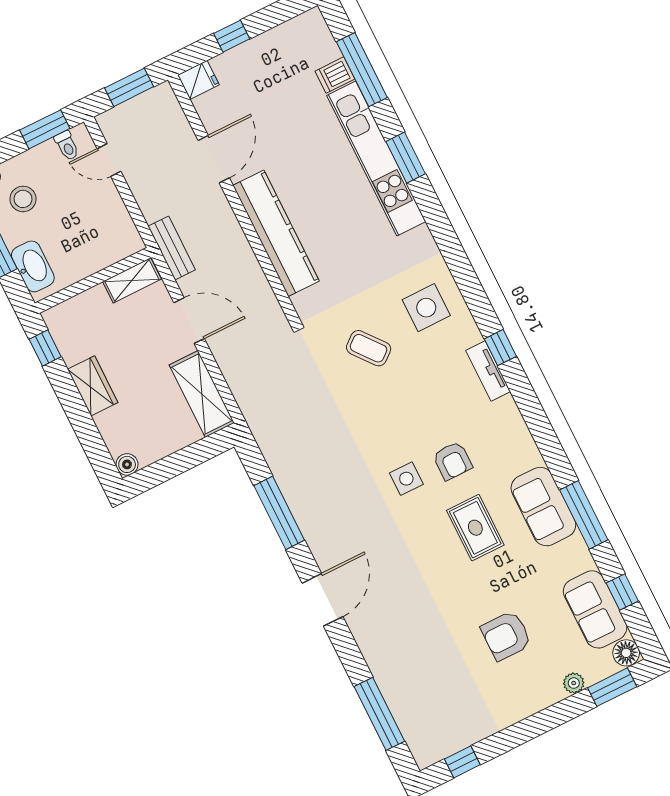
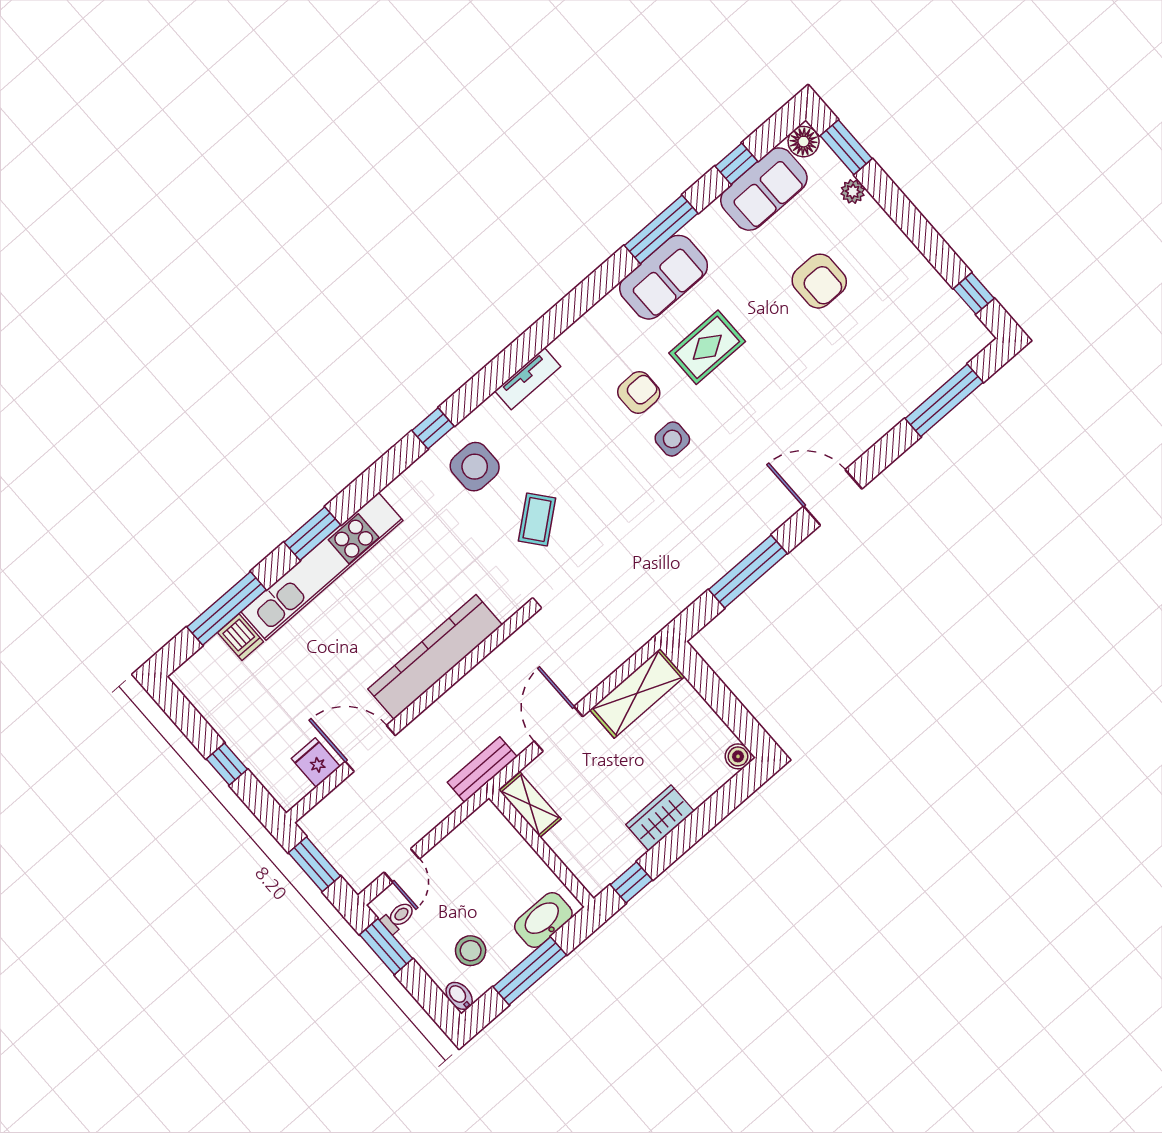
fridge: (198, 80) -> (316, 763), moved
window: (500, 348) -> (433, 428), moved

